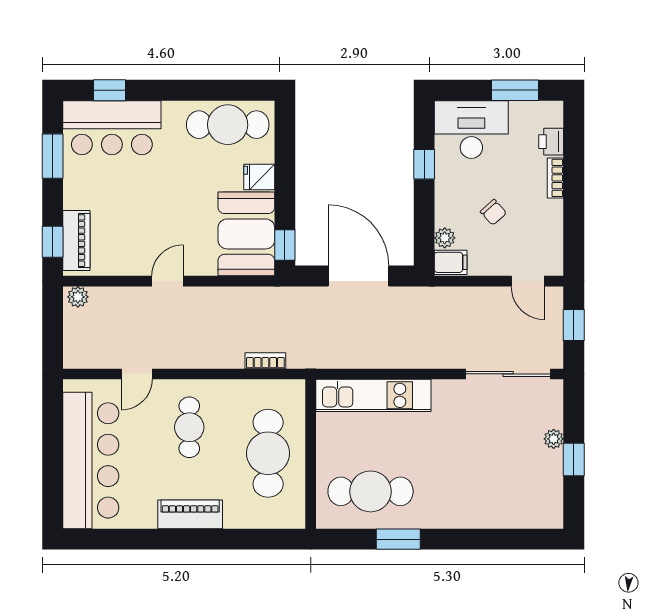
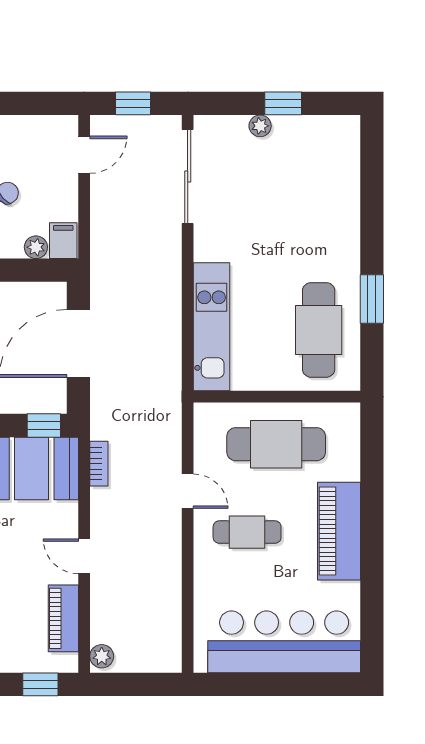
piano: (76, 241) -> (63, 618), moved, turned -90
bookcase: (265, 361) -> (99, 464), moved, turned 180
door: (137, 374) -> (188, 491), moved
piano: (190, 514) -> (339, 531), width x1.37, depth x1.33

